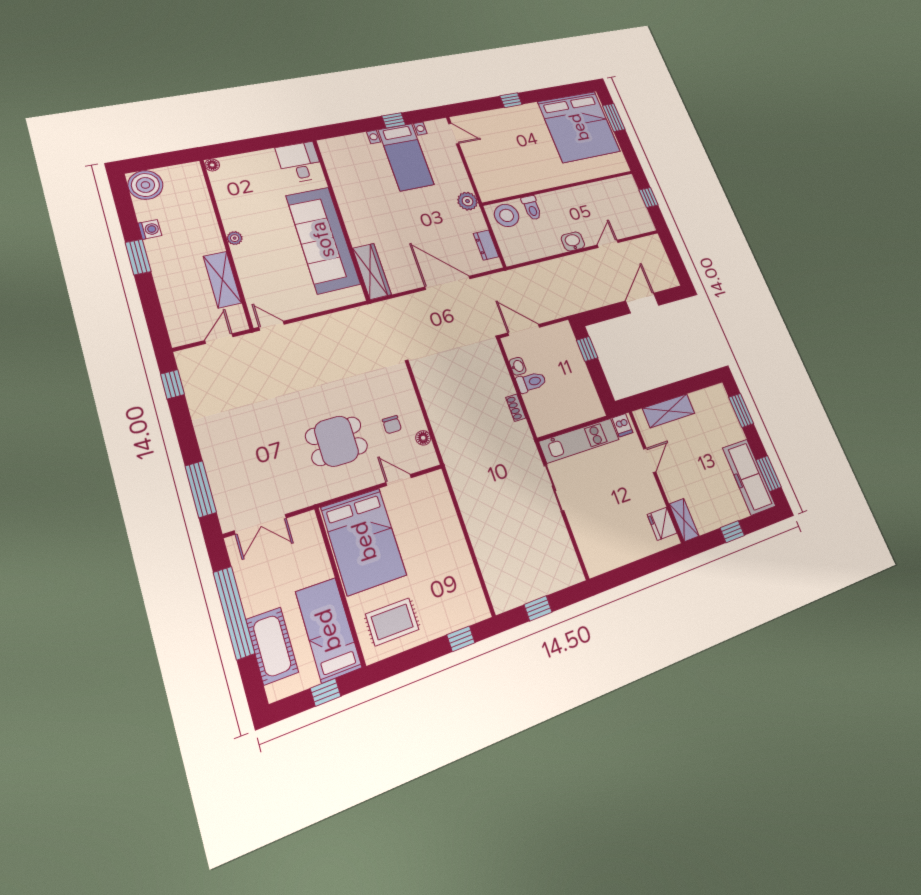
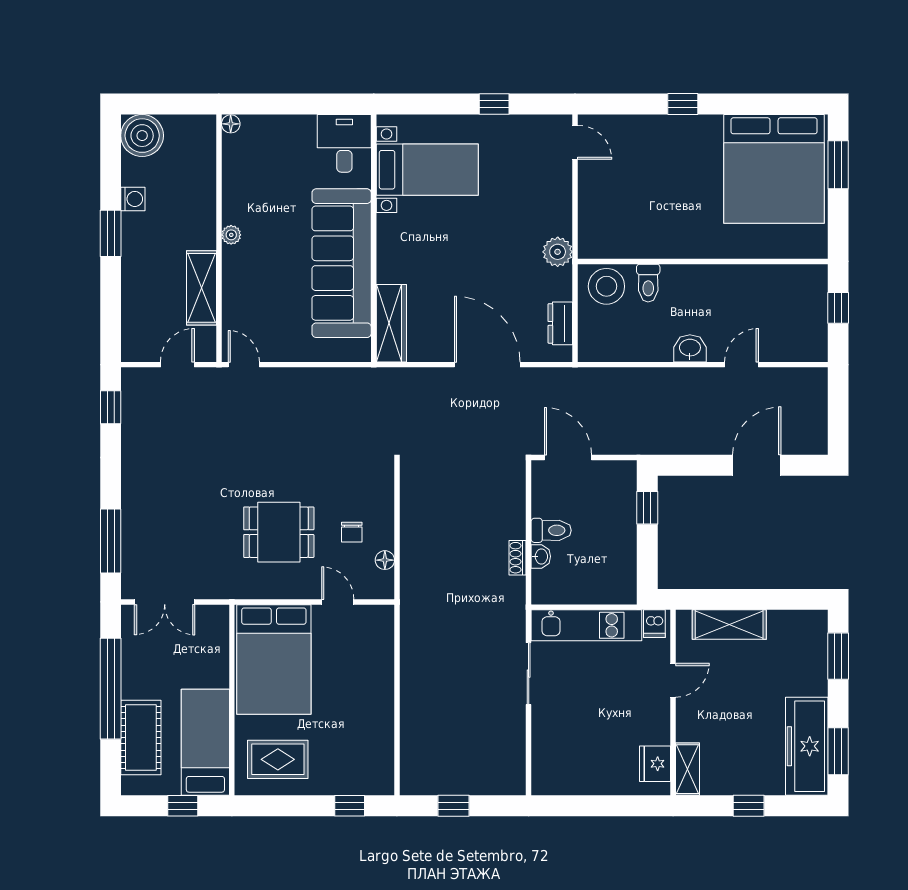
bed with nightstands: (406, 157) -> (427, 170), moved, turned -90
washbasin: (518, 366) -> (541, 556), moved

